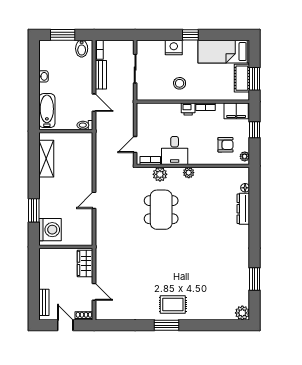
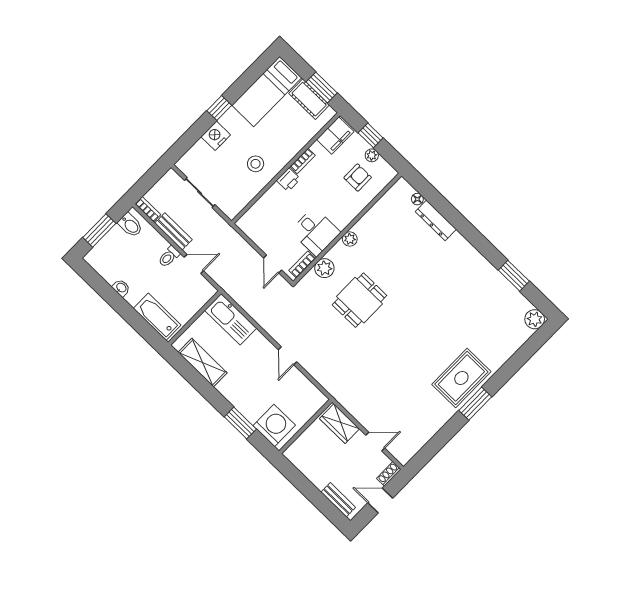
toilet: (85, 125) -> (169, 257), moved
kitchen sink: (84, 151) -> (231, 319), added
plant: (245, 156) -> (372, 155), moved
dining table: (161, 210) -> (359, 300), width x0.73
rug: (173, 304) -> (461, 378), width x1.36, depth x1.43

